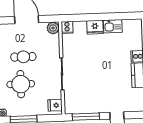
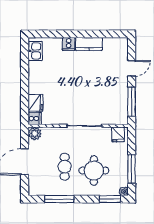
kitchen sink: (113, 26) -> (35, 51), moved
fridge: (95, 27) -> (35, 103), moved

